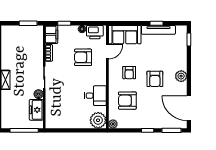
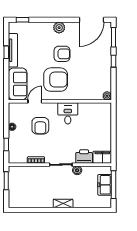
printer: (95, 32) -> (84, 156), moved, turned -90
filing cabinet: (52, 34) -> (102, 157), moved
door: (107, 52) -> (35, 101), hinge flipped
armchair: (129, 73) -> (56, 80), width x1.88, depth x1.88
desk: (95, 96) -> (68, 113), moved
armchair: (127, 101) -> (84, 81), removed
freezer: (36, 110) -> (105, 185), moved, turned 90
plant: (98, 120) -> (103, 111), removed

